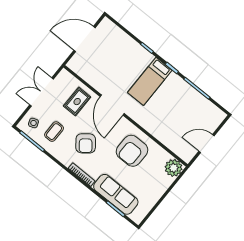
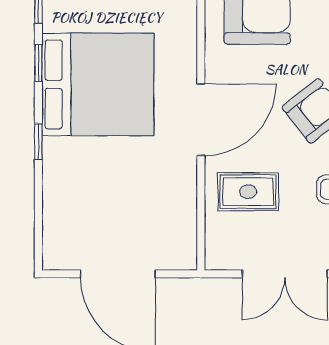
bed: (150, 81) -> (98, 84), width x2.04

